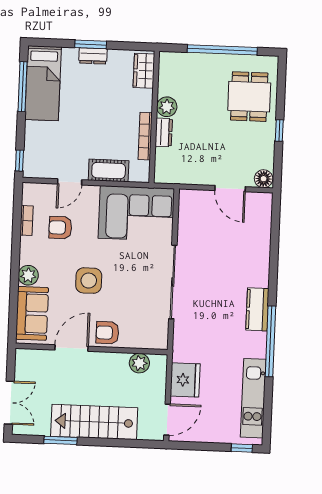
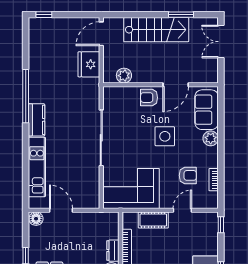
armchair: (107, 333) -> (149, 98), turned 180
kitchen unit: (253, 398) -> (37, 167), moved

